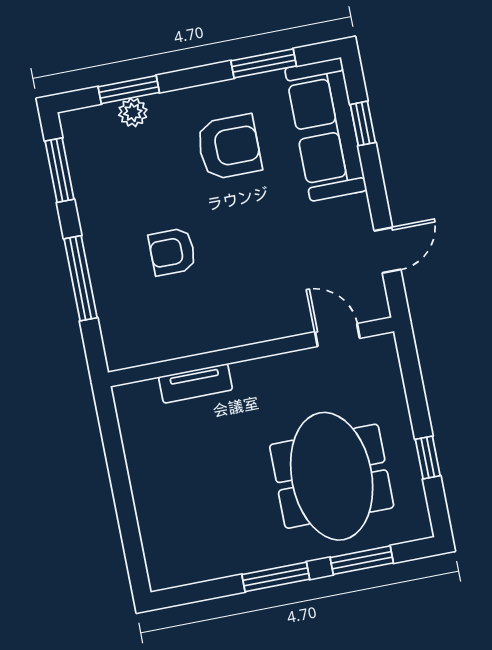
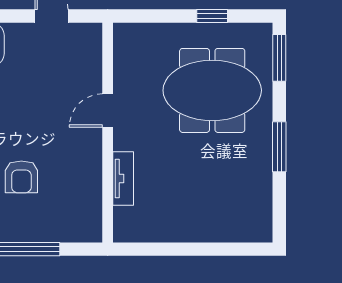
door: (337, 335) -> (108, 111), moved
window: (362, 560) -> (279, 58), moved

